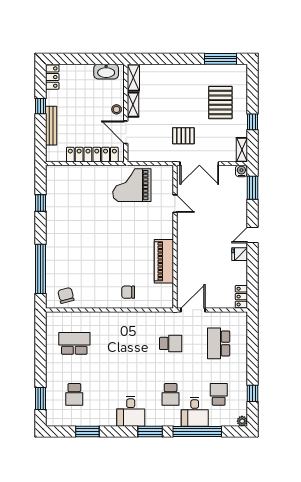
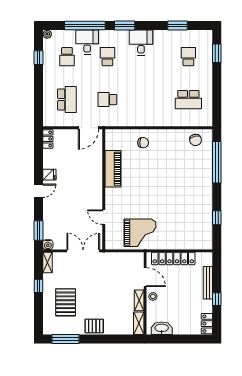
pallet: (183, 136) -> (94, 326), moved

